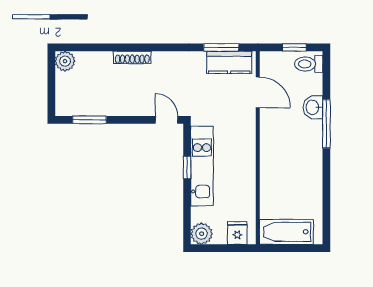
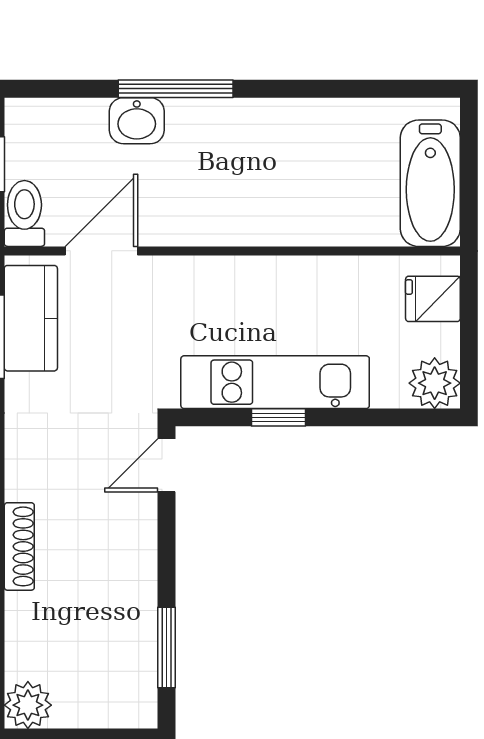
toilet: (309, 64) -> (24, 213), moved, turned 180

